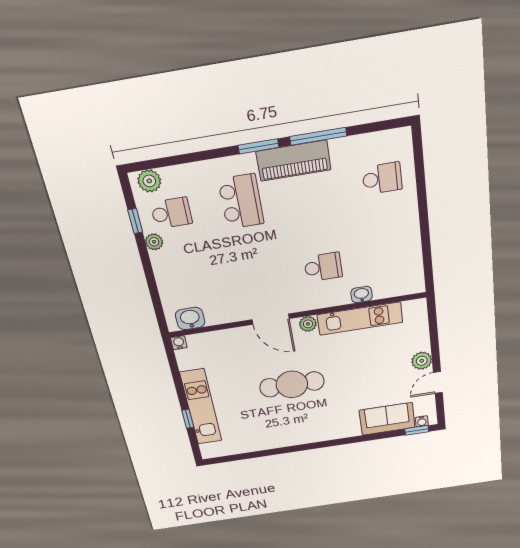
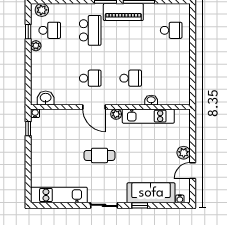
school desk: (256, 278) -> (90, 78), added
cafe table: (292, 384) -> (99, 155), width x0.73, depth x0.74
kitchen unit: (201, 407) -> (59, 195), moved, turned -90
window: (188, 419) -> (28, 129), moved
sofa: (387, 419) -> (151, 193), width x1.36
window: (417, 430) -> (140, 205), moved
sliding door: (310, 446) -> (104, 205), added

